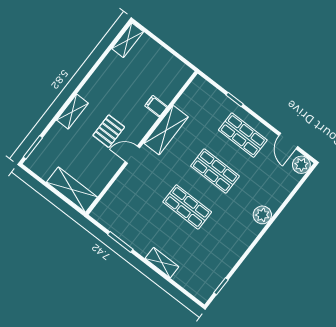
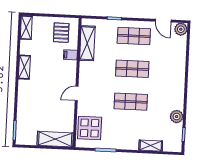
shelving: (72, 112) -> (24, 67), moved
shelving: (166, 130) -> (87, 43), moved
pallet: (109, 131) -> (61, 33), moved
display table: (120, 204) -> (90, 128), added
plant: (262, 215) -> (177, 117), moved
shelving: (162, 263) -> (151, 146), moved

